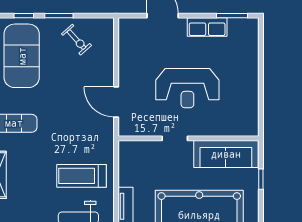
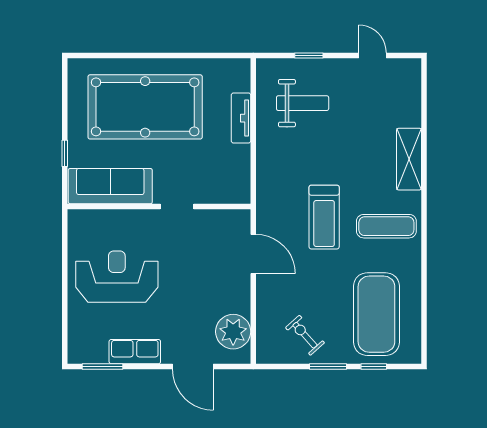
plant: (132, 42) -> (233, 332), added
reception desk: (187, 88) -> (117, 277), moved
treadmill: (82, 176) -> (324, 217), moved, turned 90

